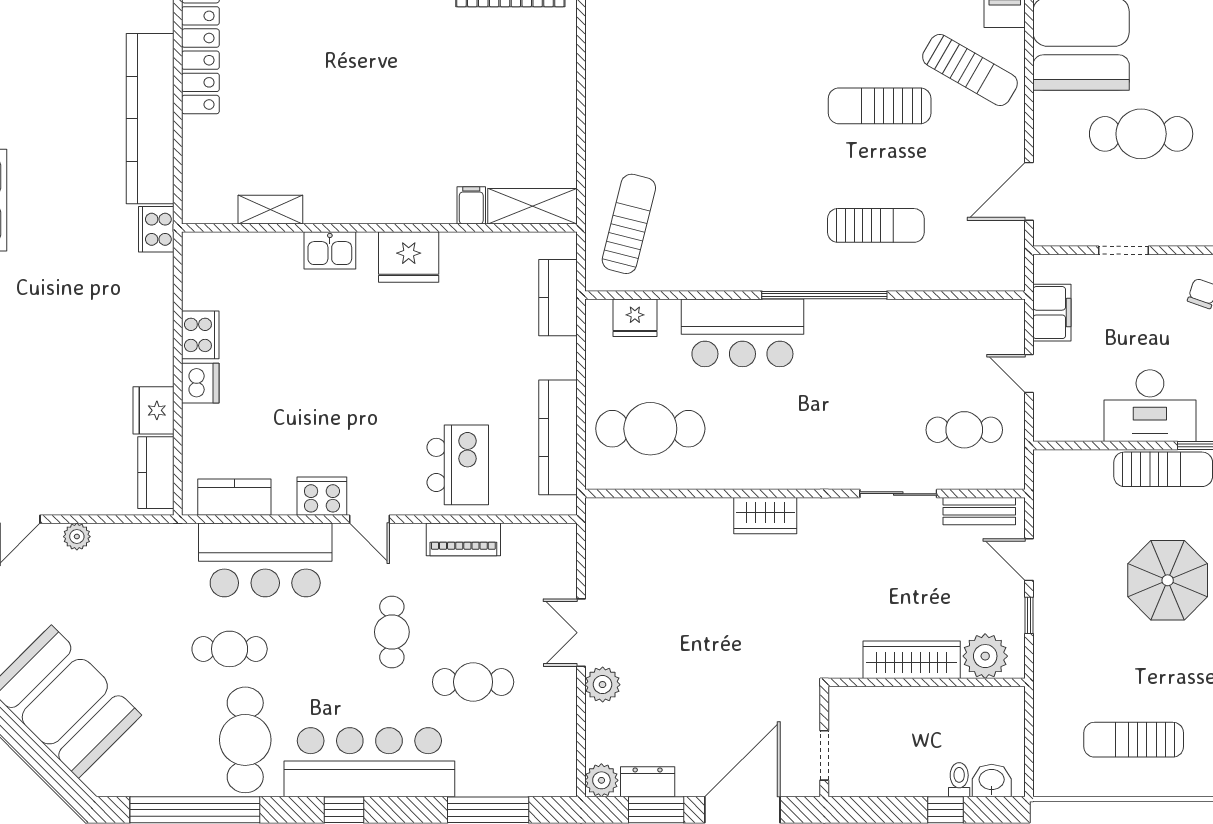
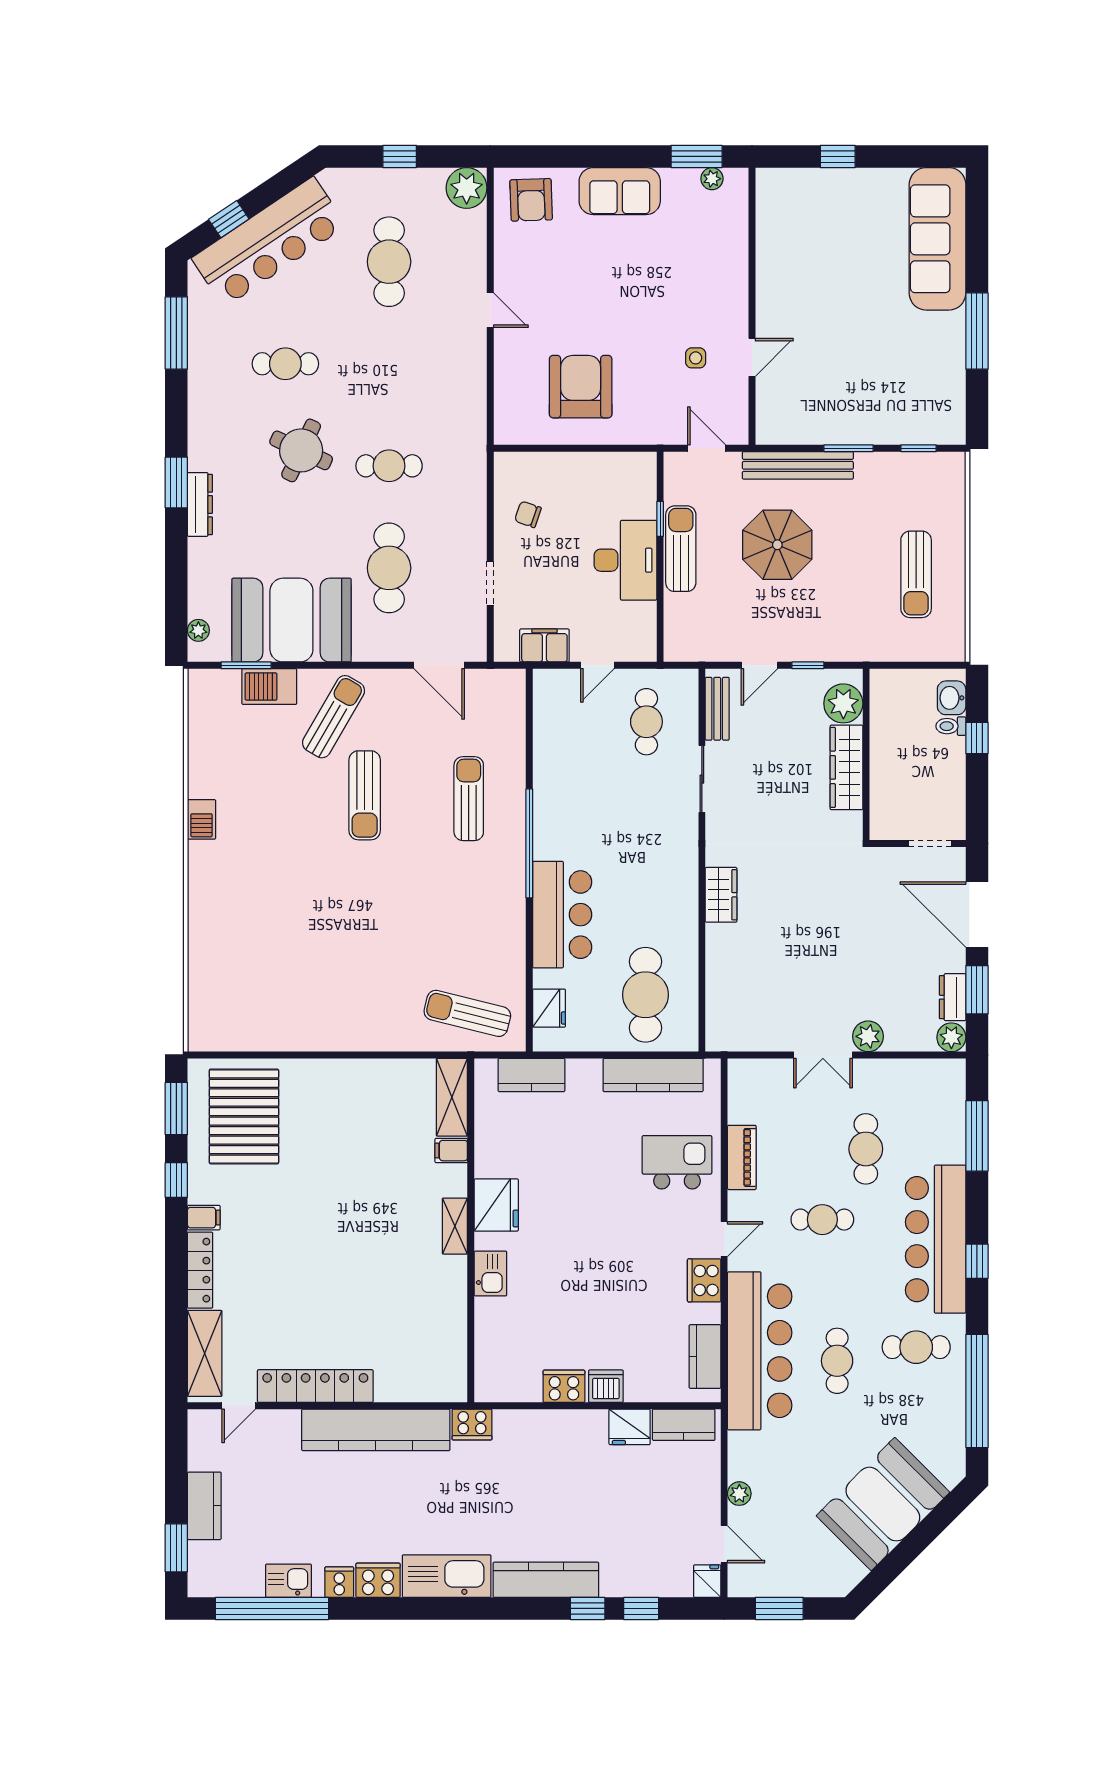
shelving: (270, 210) -> (455, 1226), moved
bar counter: (265, 560) -> (760, 1351), width x1.36
cafe table: (245, 740) -> (916, 1347), width x0.73, depth x0.74

